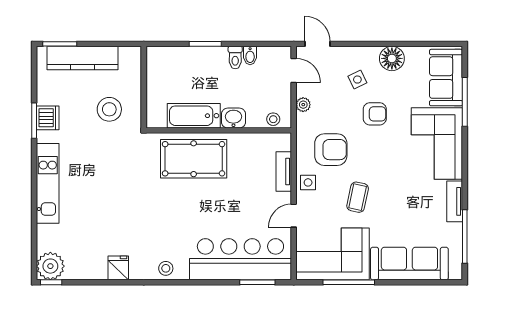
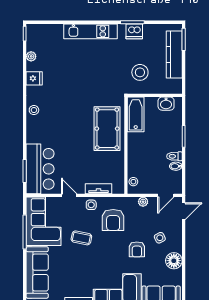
bathtub: (194, 116) -> (136, 114), moved
washbasin: (233, 118) -> (166, 104), moved, turned 90
bar counter: (240, 259) -> (40, 169), width x0.73
plant: (50, 266) -> (31, 56), moved, width x0.53, depth x0.53

